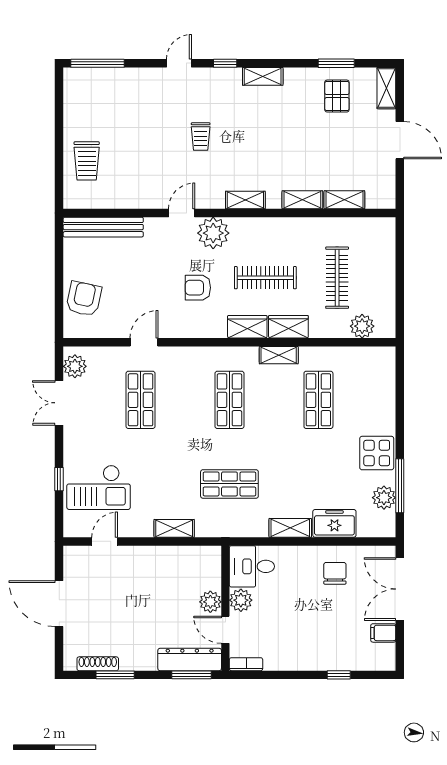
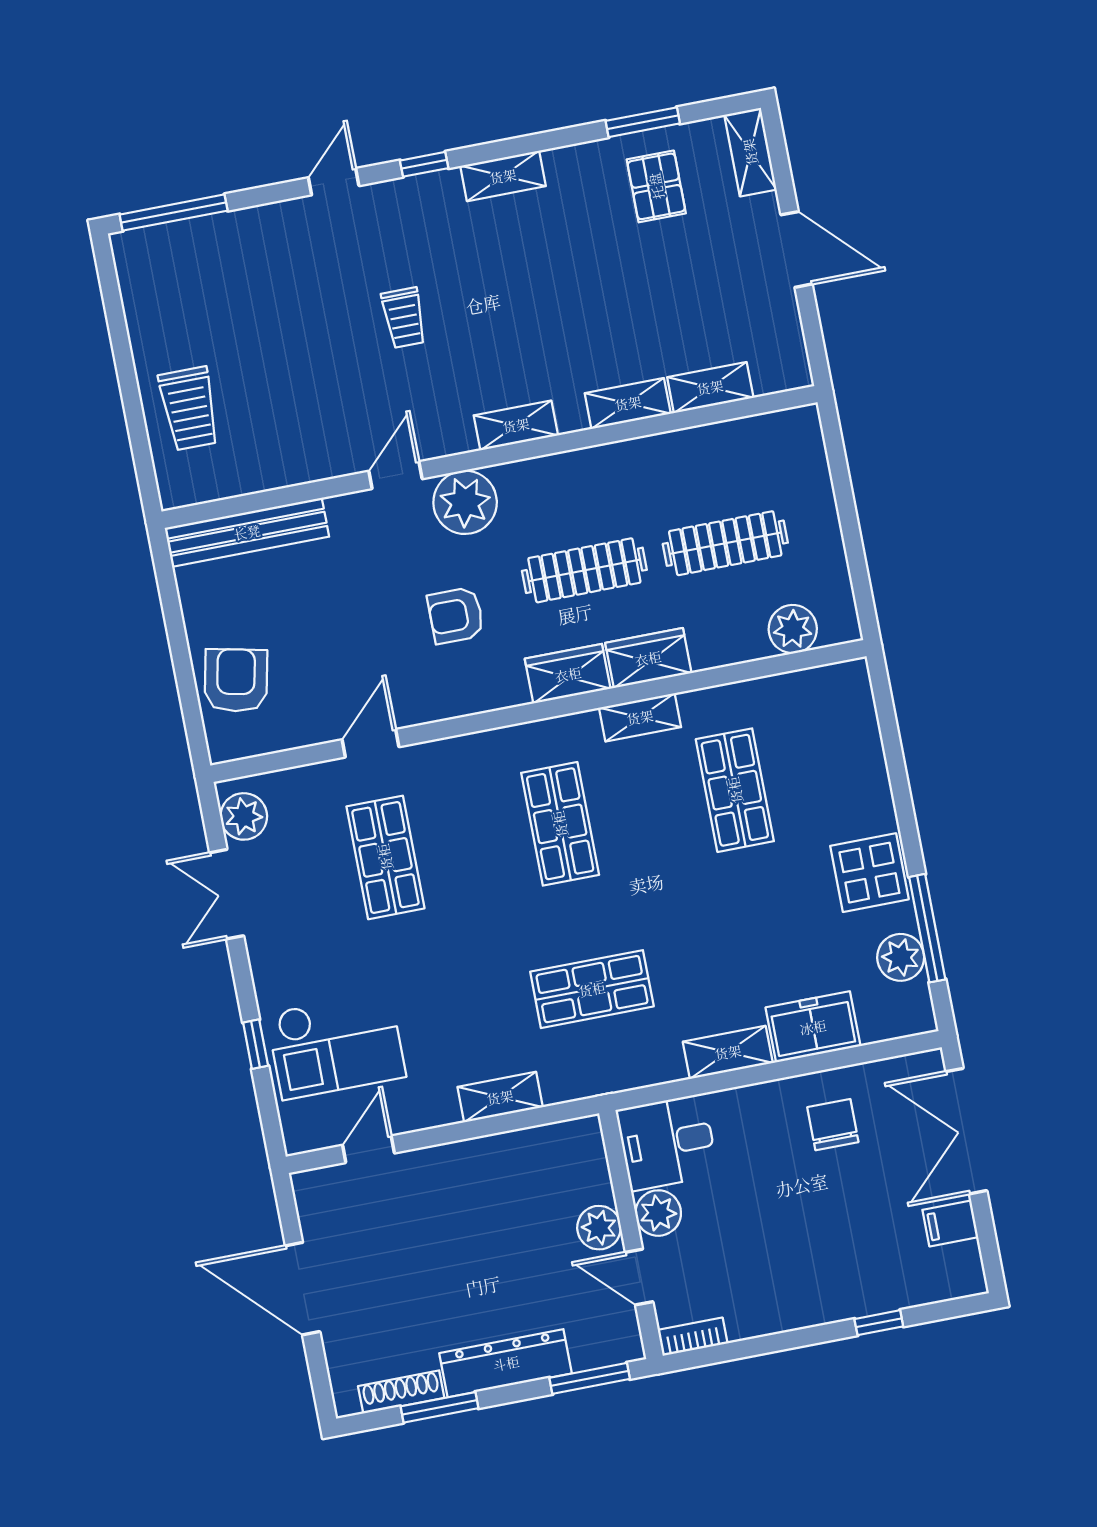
clothes rail: (337, 278) -> (725, 543), turned 90
dresser: (190, 659) -> (506, 1363), moved

